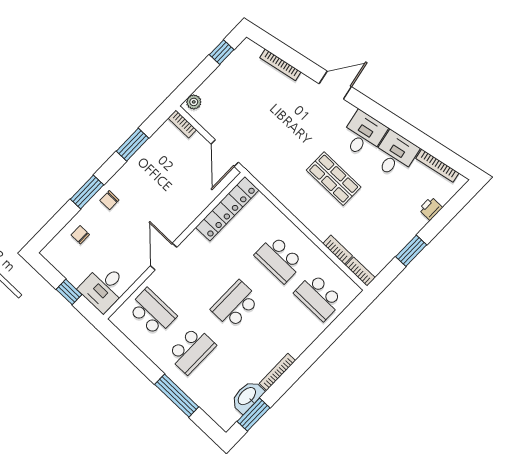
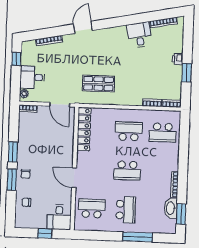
desk: (363, 135) -> (32, 77), moved, turned -79
window: (133, 145) -> (13, 152), moved
shop shelf: (334, 179) -> (98, 84), moved
printer: (431, 208) -> (178, 59), moved
school desk: (279, 259) -> (129, 131), turned 180
school desk: (235, 305) -> (127, 170), turned -90

